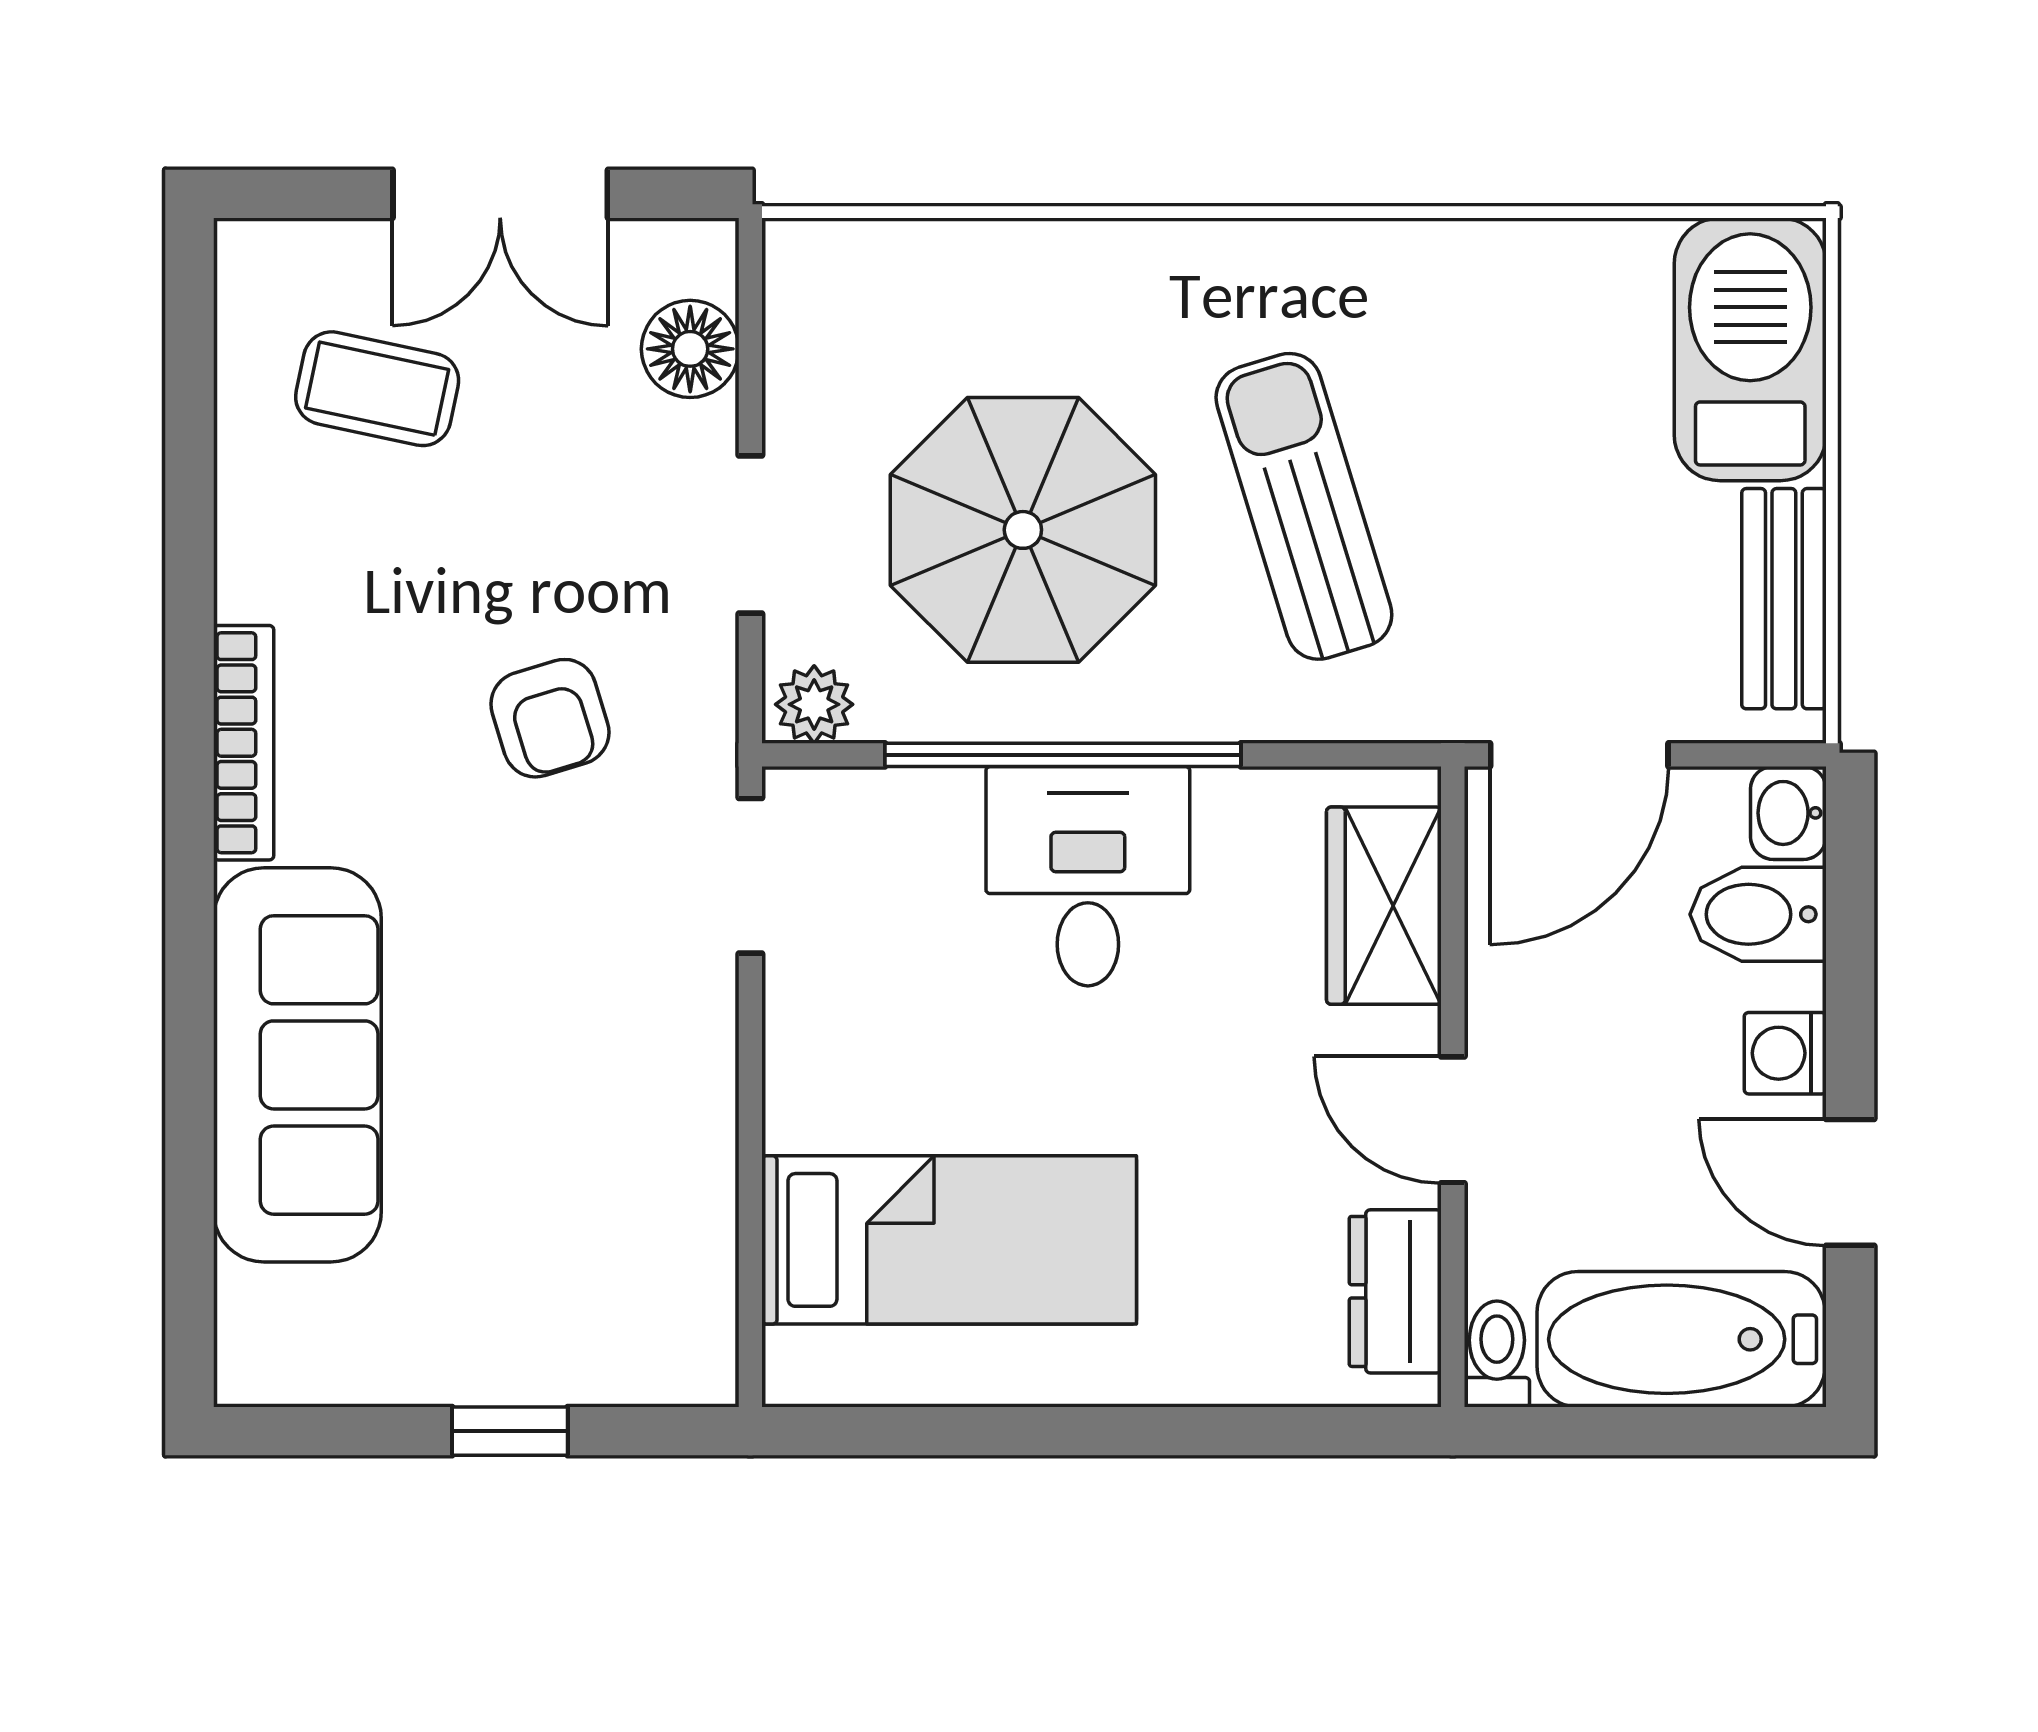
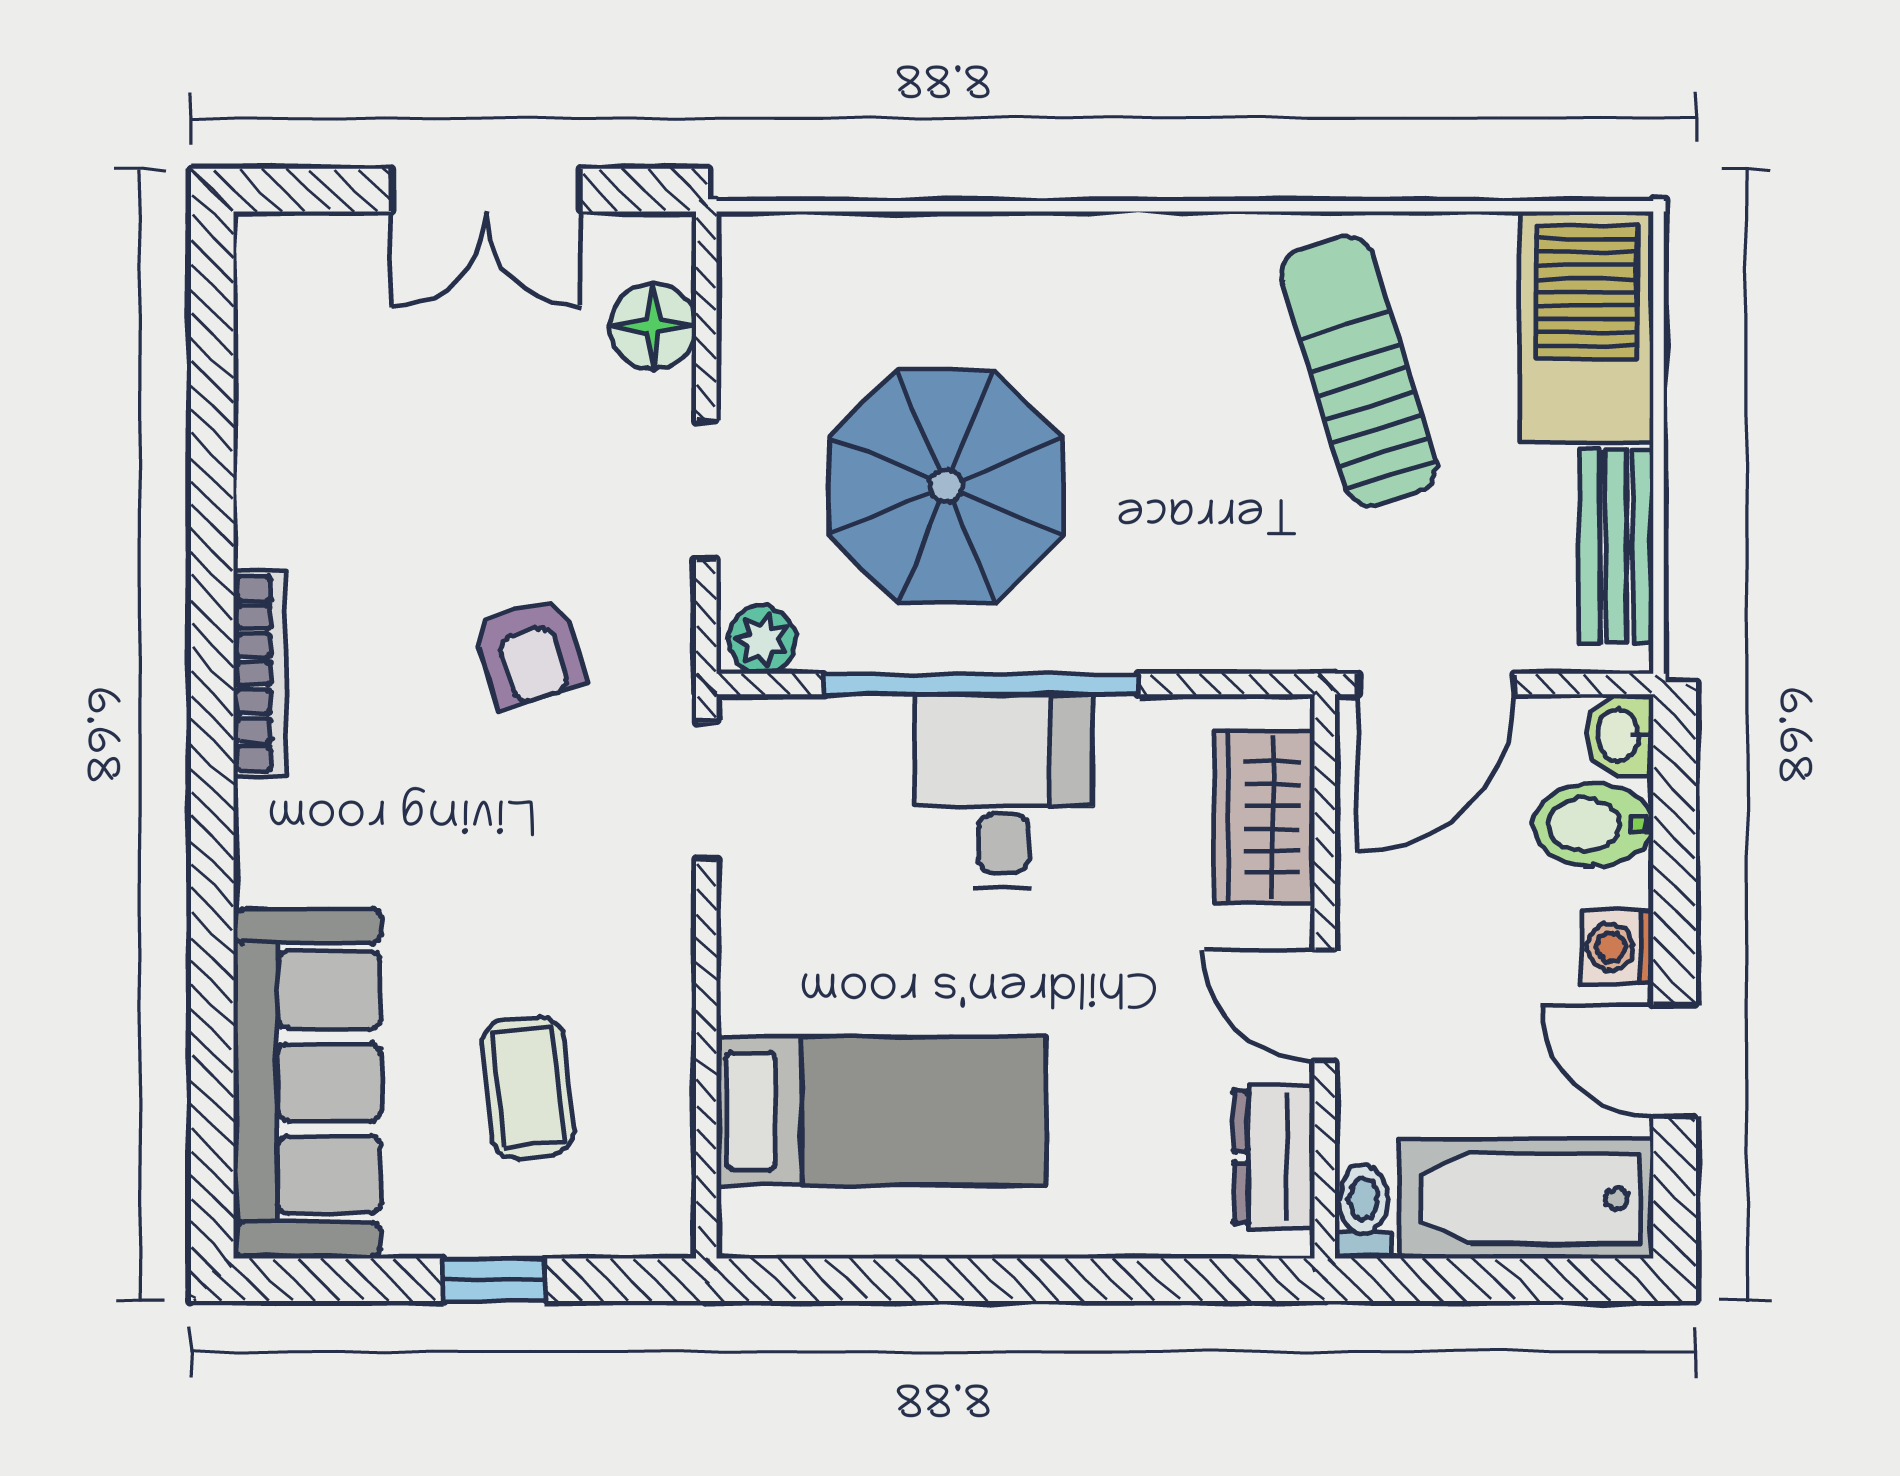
coffee table: (377, 389) -> (528, 1087), moved, turned 72
sun lounger: (1304, 506) -> (1359, 371), moved
sofa: (297, 1065) -> (307, 1082), moved

